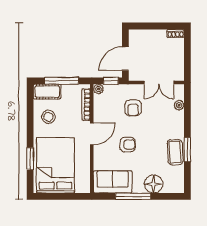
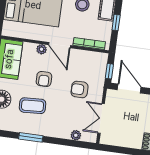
window: (62, 81) -> (116, 23), width x0.46
plant: (98, 89) -> (42, 49), moved
coffee table: (175, 152) -> (33, 106), moved

